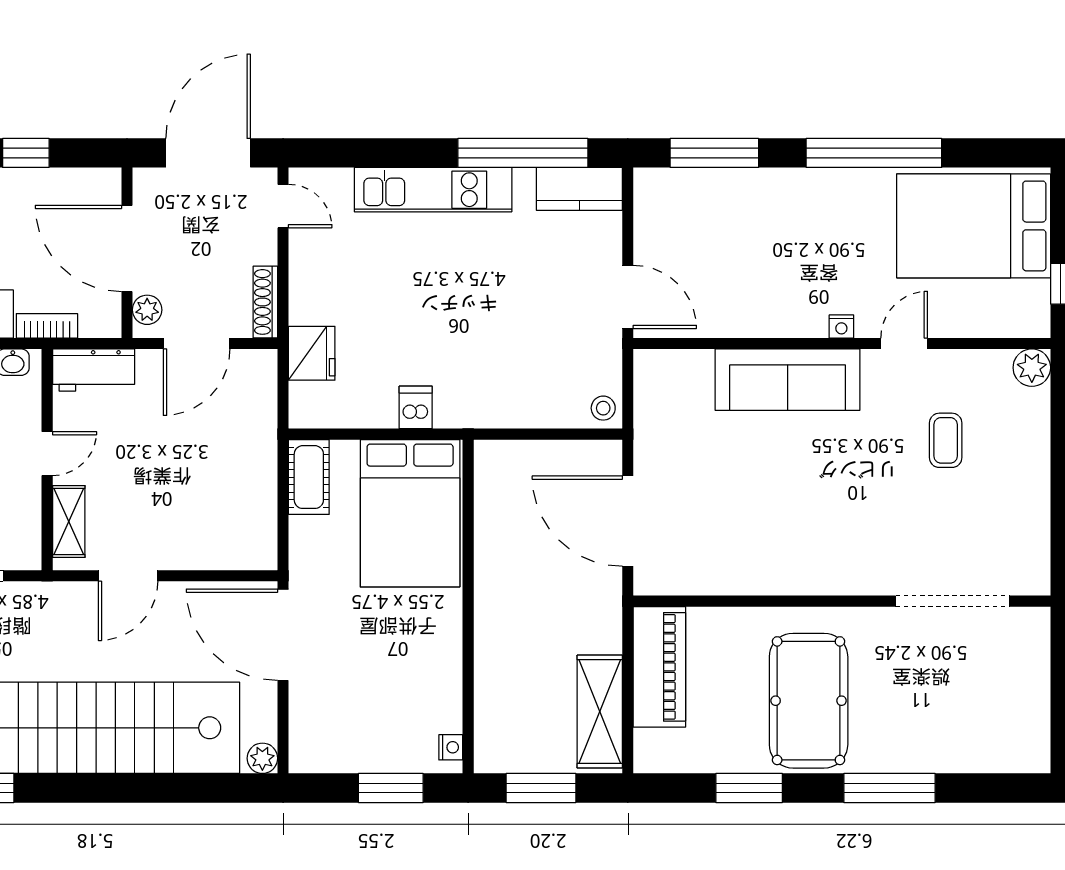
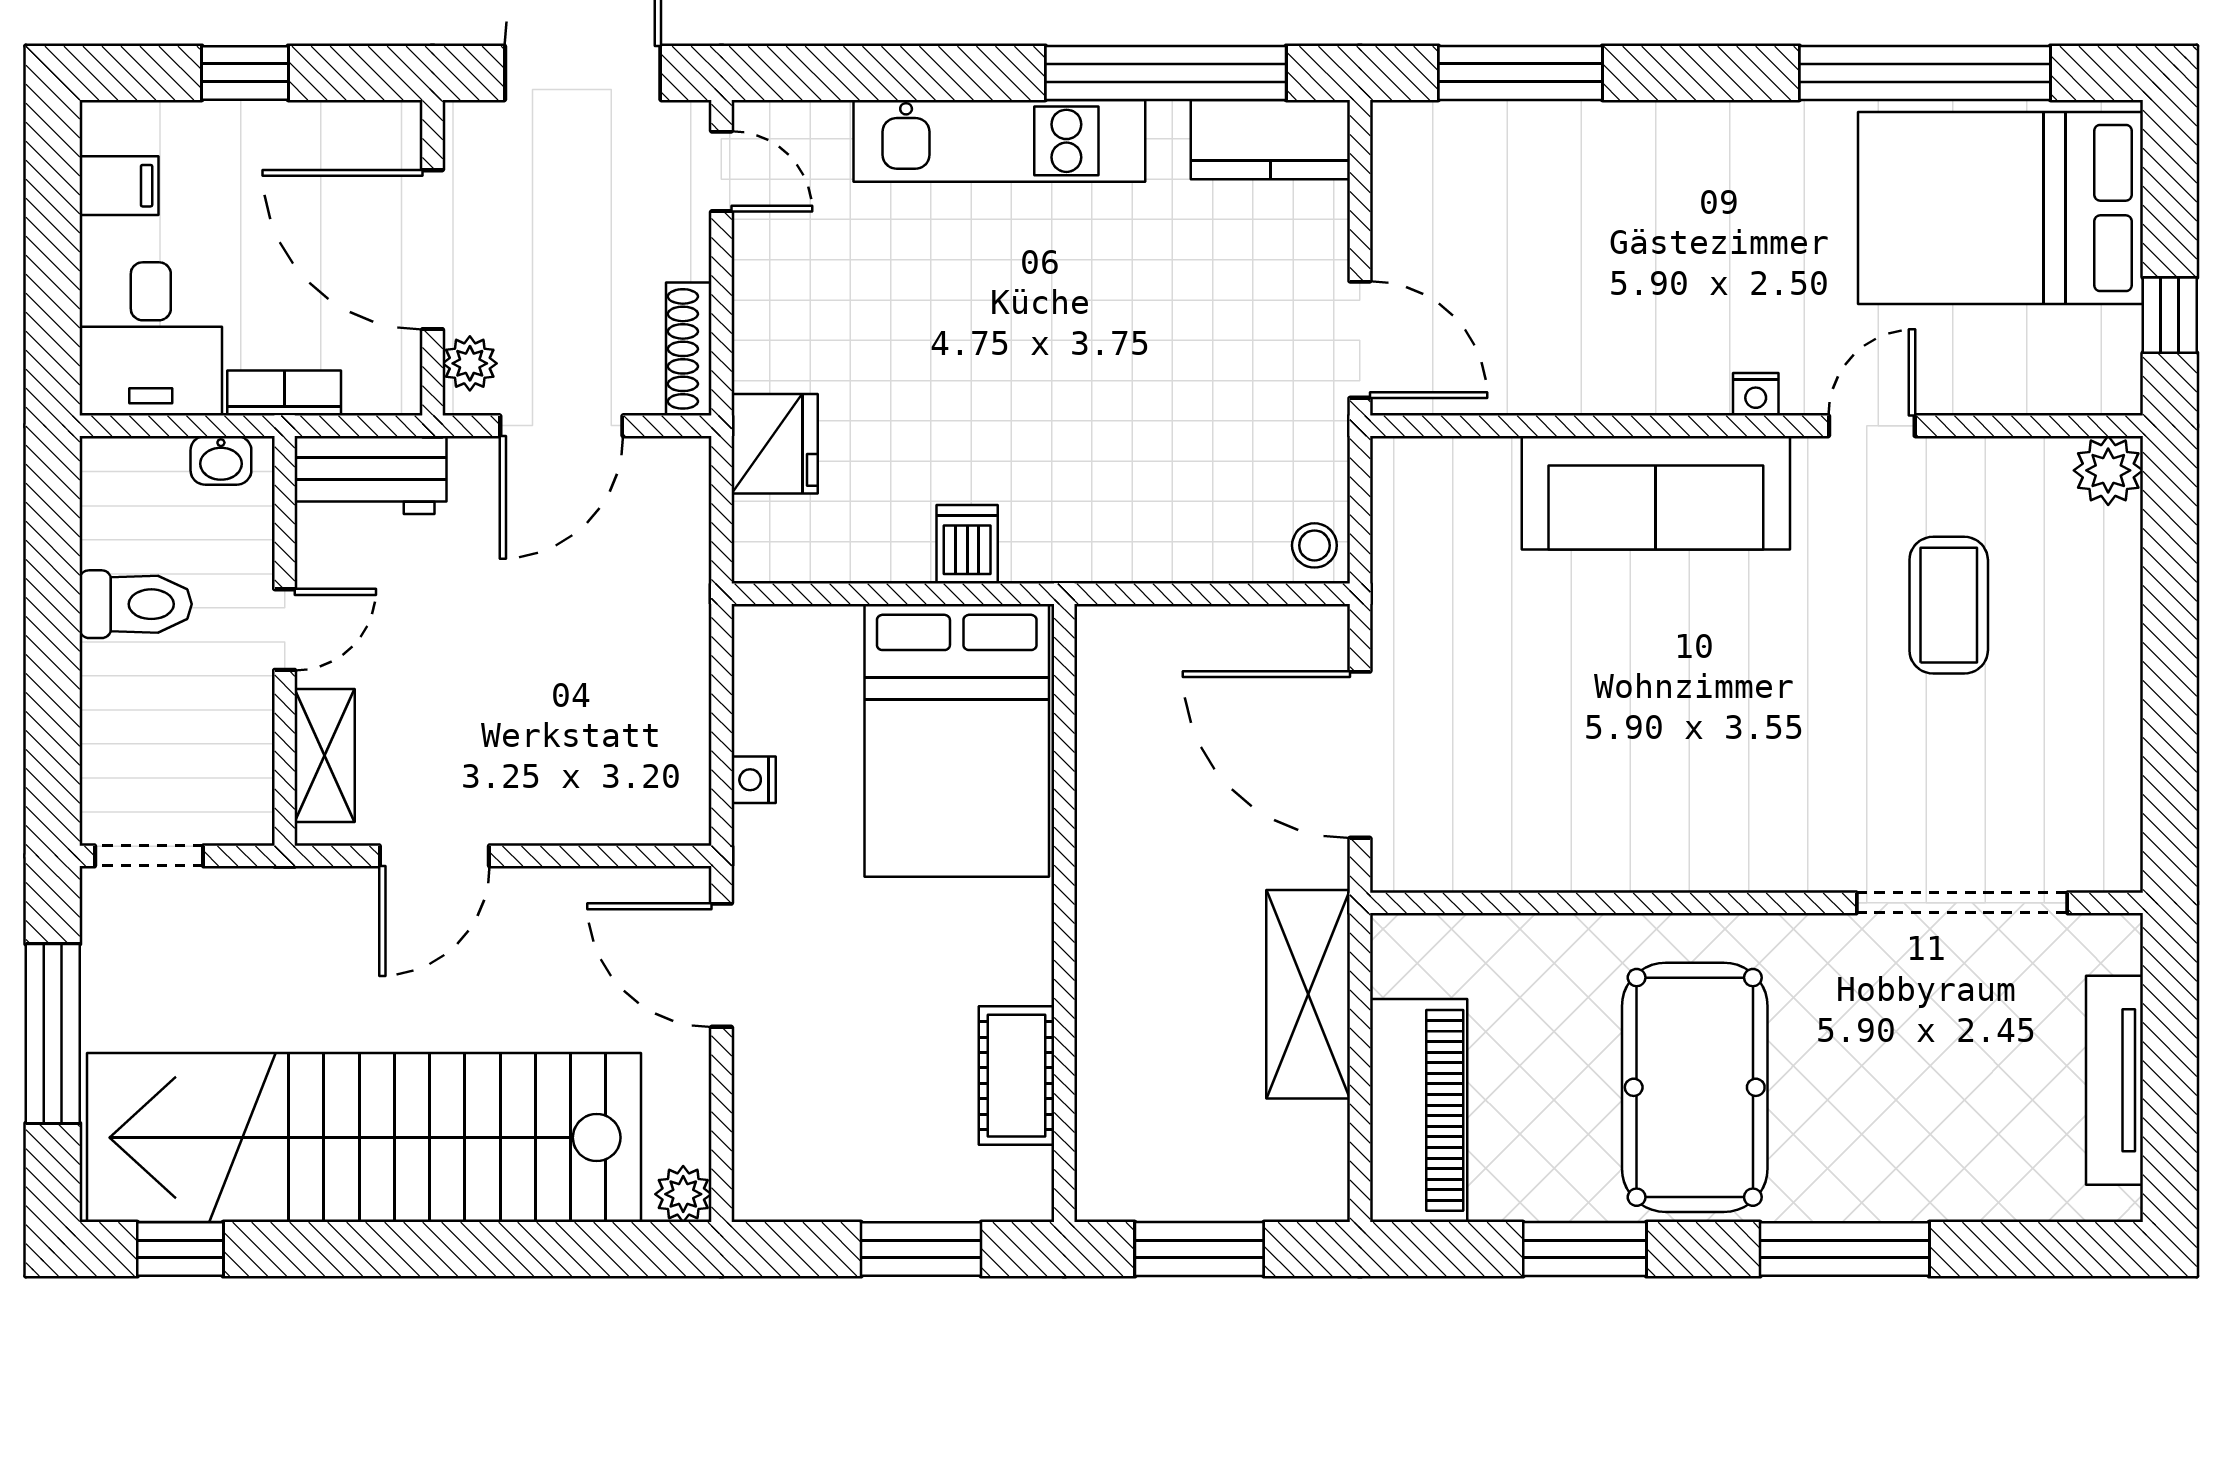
window: (874, 153) -> (1925, 73), moved
coffee table: (946, 440) -> (1949, 605), width x1.36, depth x1.30
cot: (309, 477) -> (1016, 1076), moved
door: (283, 635) -> (721, 965), width x0.73
piano: (659, 667) -> (1419, 1110), moved
tv unit: (1035, 697) -> (2115, 1080), added
shelving: (600, 712) -> (1308, 994), moved
nightstand: (451, 747) -> (754, 780), moved, turned 180

